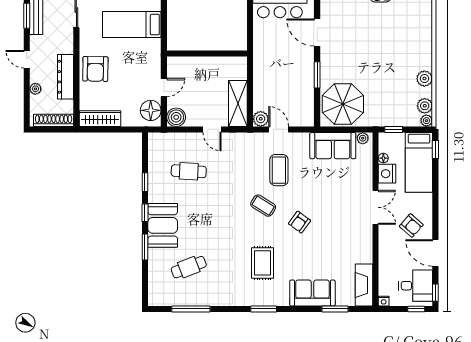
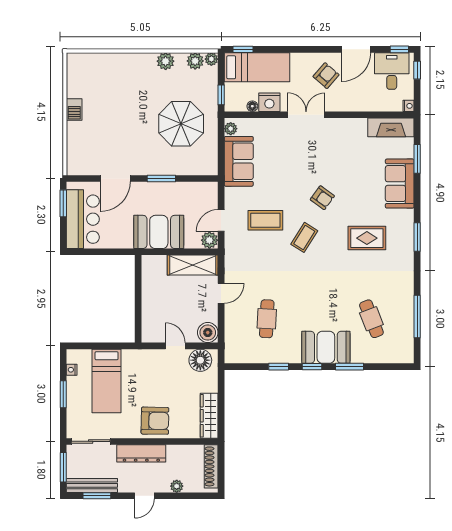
booth: (268, 72) -> (159, 232), added
dresser: (65, 77) -> (141, 453), moved
parasol: (343, 104) -> (181, 124), moved

